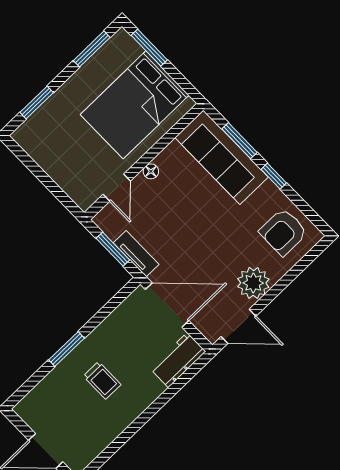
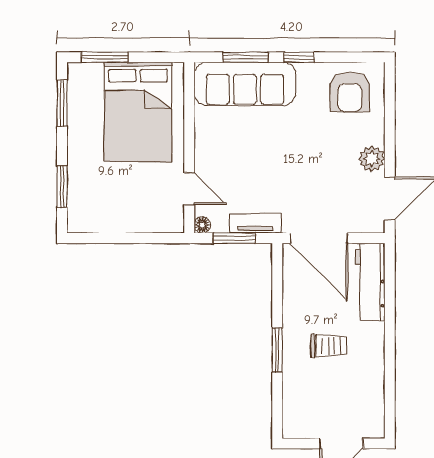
floor lamp: (151, 171) -> (202, 225), moved
plant: (253, 283) -> (372, 159), width x0.73, depth x0.73
door: (167, 305) -> (319, 238), swing flipped
workbench: (178, 360) -> (370, 282), width x1.38

